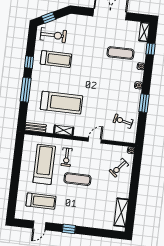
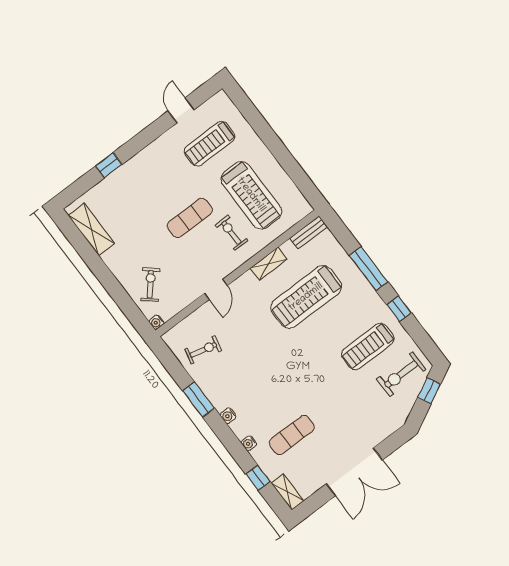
window: (69, 229) -> (109, 165), moved

